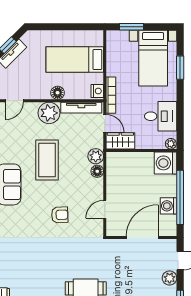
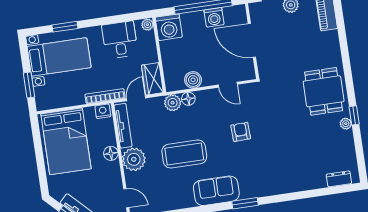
bed: (75, 60) -> (66, 141), width x1.50
boiler: (114, 178) -> (193, 80), added

